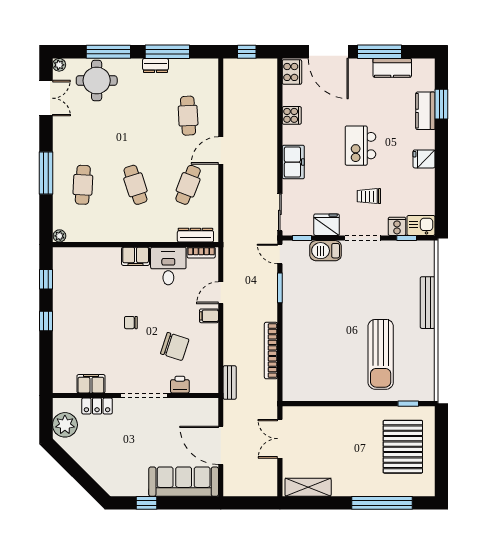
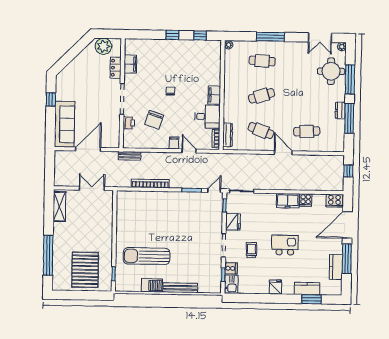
freezer: (293, 162) -> (288, 201), moved
barbecue: (326, 251) -> (152, 285), moved, turned 90
pallet: (403, 447) -> (85, 270), turned 90

